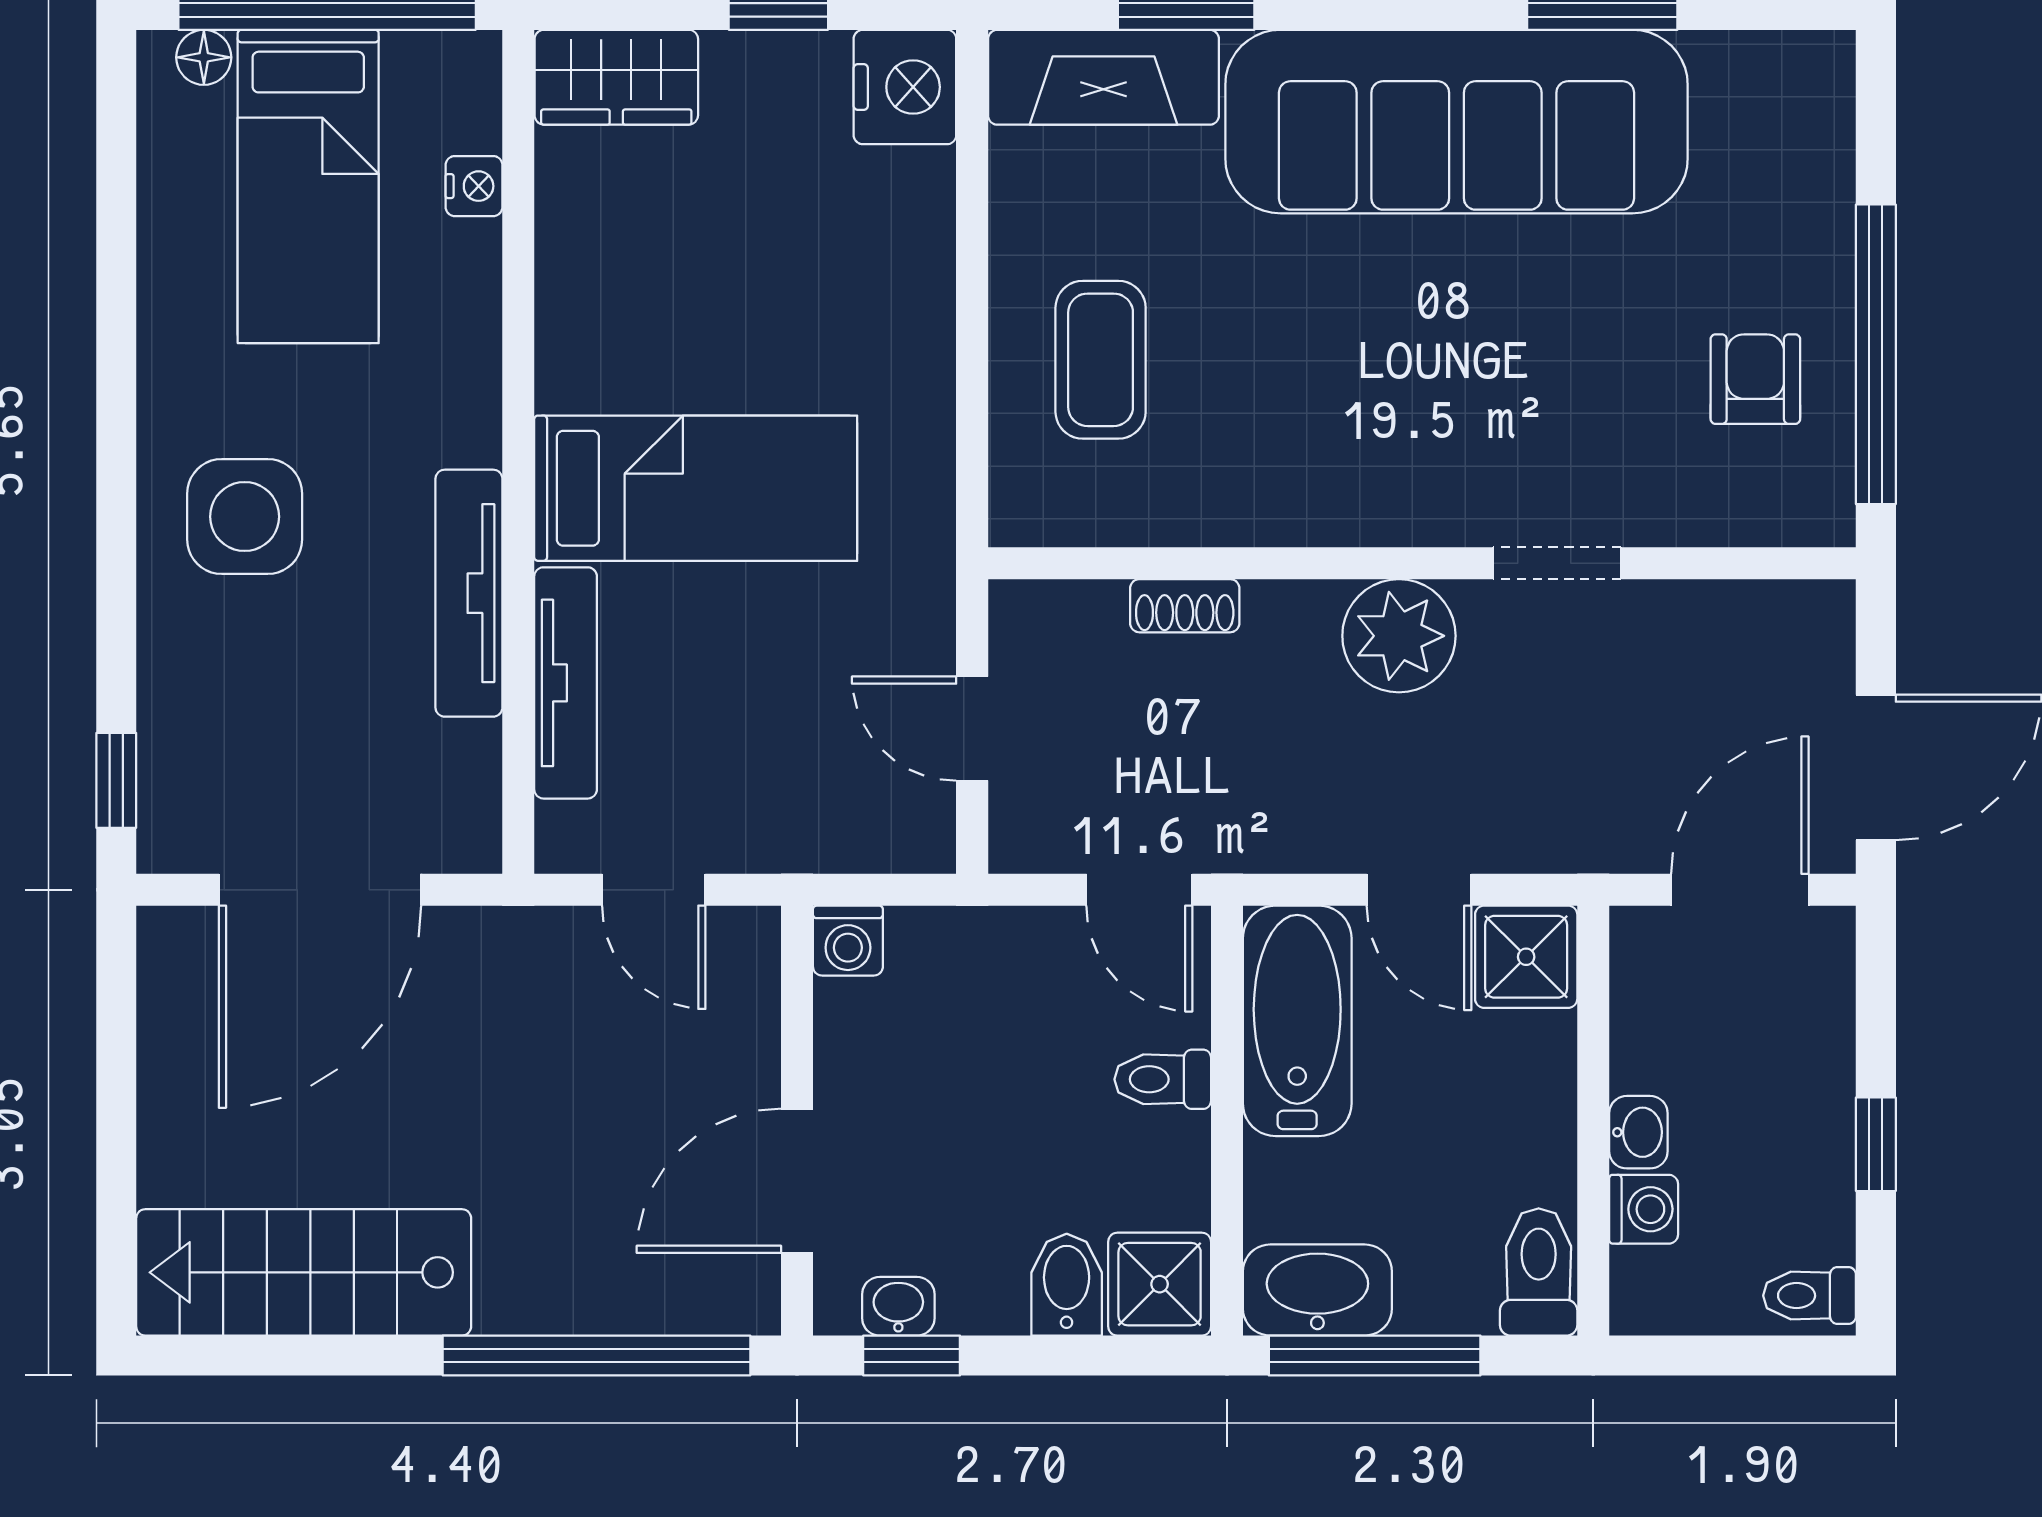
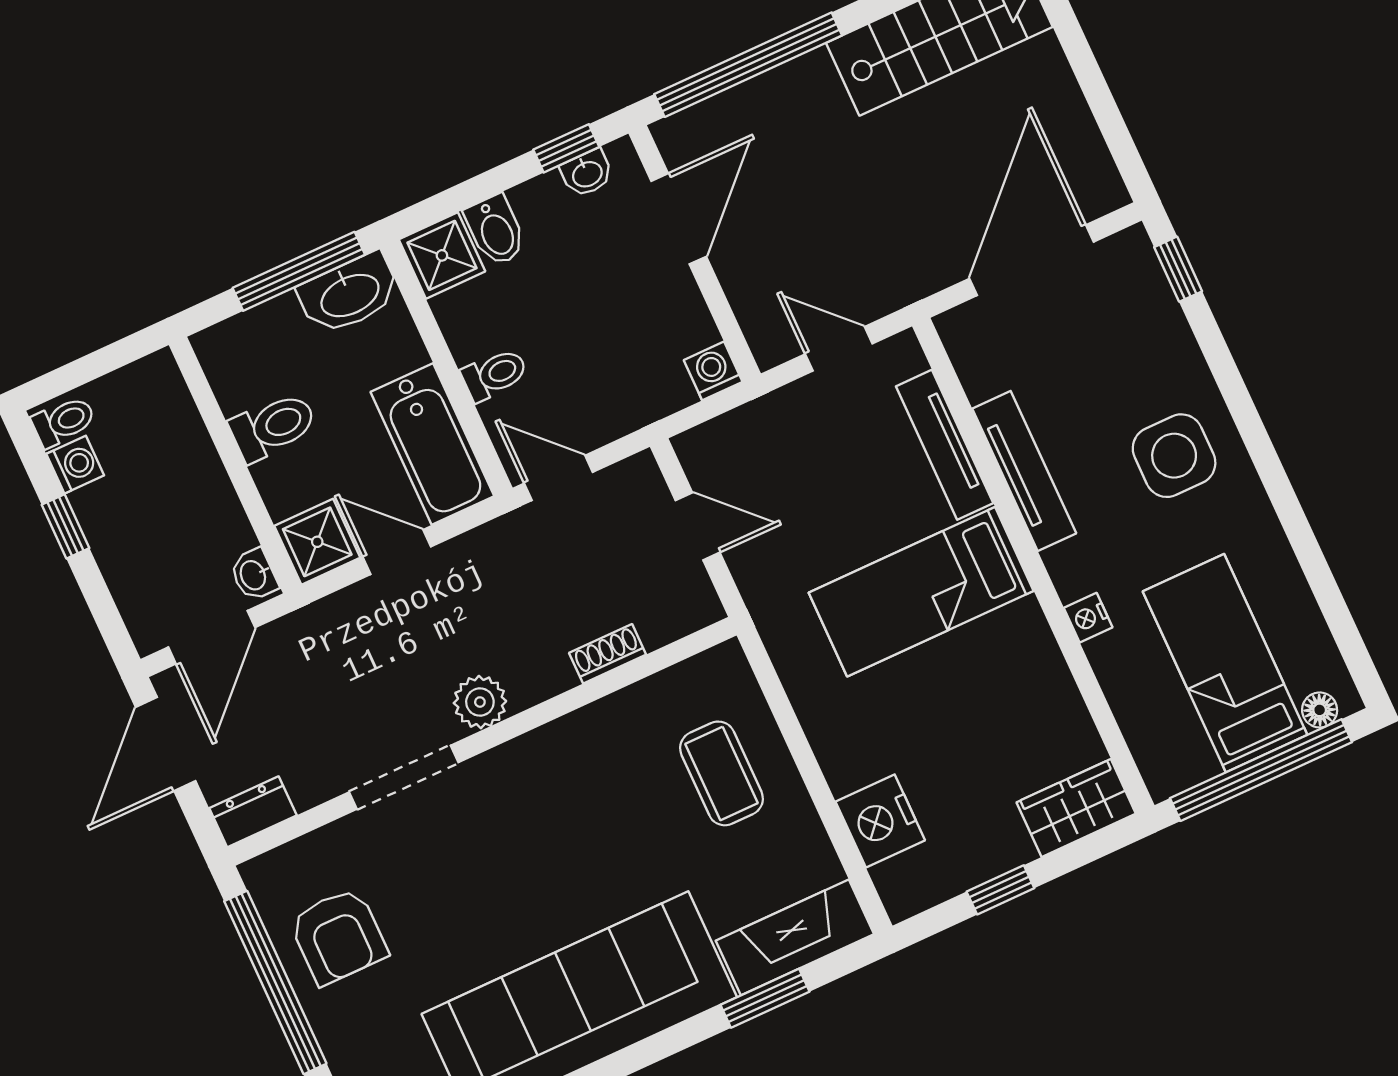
nightstand: (905, 87) -> (880, 821), moved
nightstand: (474, 186) -> (1088, 618), moved
armchair: (1755, 379) -> (338, 936), width x1.38, depth x1.38
doorway: (1557, 563) -> (404, 777), width x1.38
dresser: (1796, 613) -> (253, 812), added
plant: (1399, 636) -> (480, 702), width x0.73, depth x0.73
washbasin: (1638, 1132) -> (254, 575), moved
washing machine: (1644, 1209) -> (75, 465), moved, turned 180
toilet: (1539, 1272) -> (273, 427), moved, turned -90

